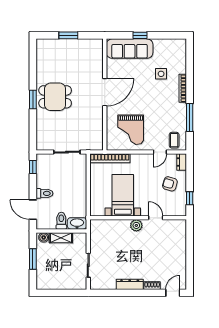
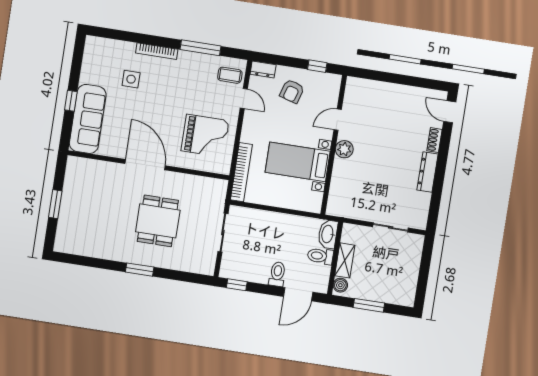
dining table: (55, 97) -> (158, 221), moved

